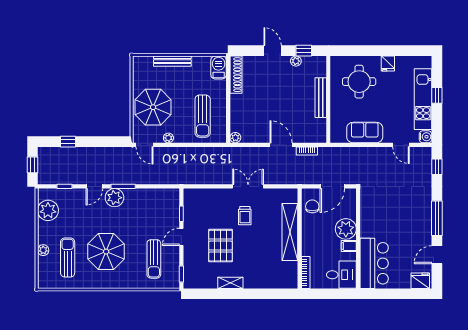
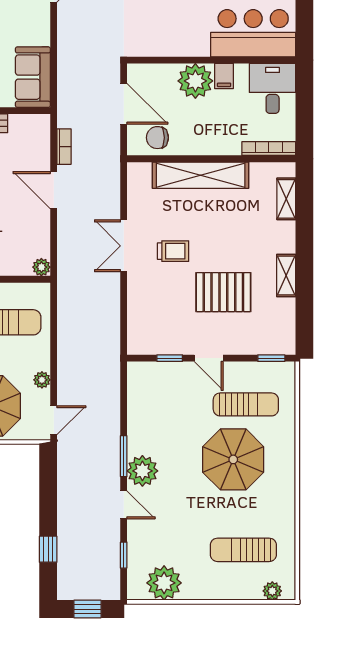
sofa: (365, 133) -> (33, 77), moved
door: (281, 145) -> (54, 190), hinge flipped
plant: (43, 250) -> (272, 591), moved
parasol: (106, 252) -> (233, 459), moved
shelving: (276, 283) -> (286, 199), added

